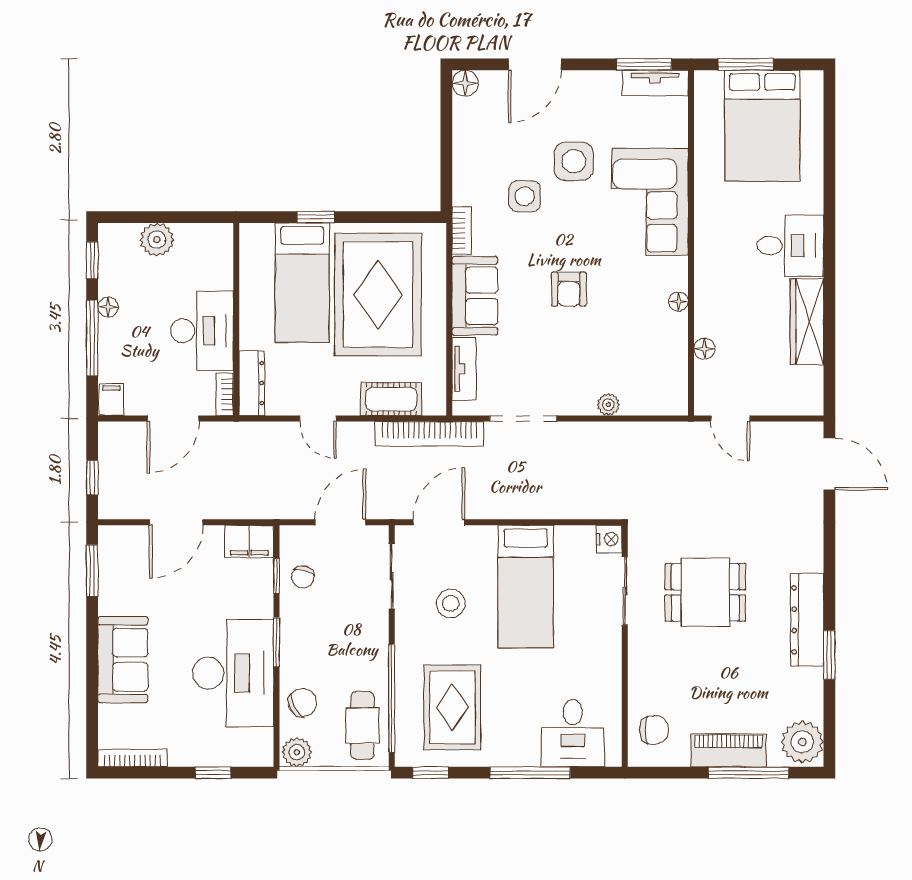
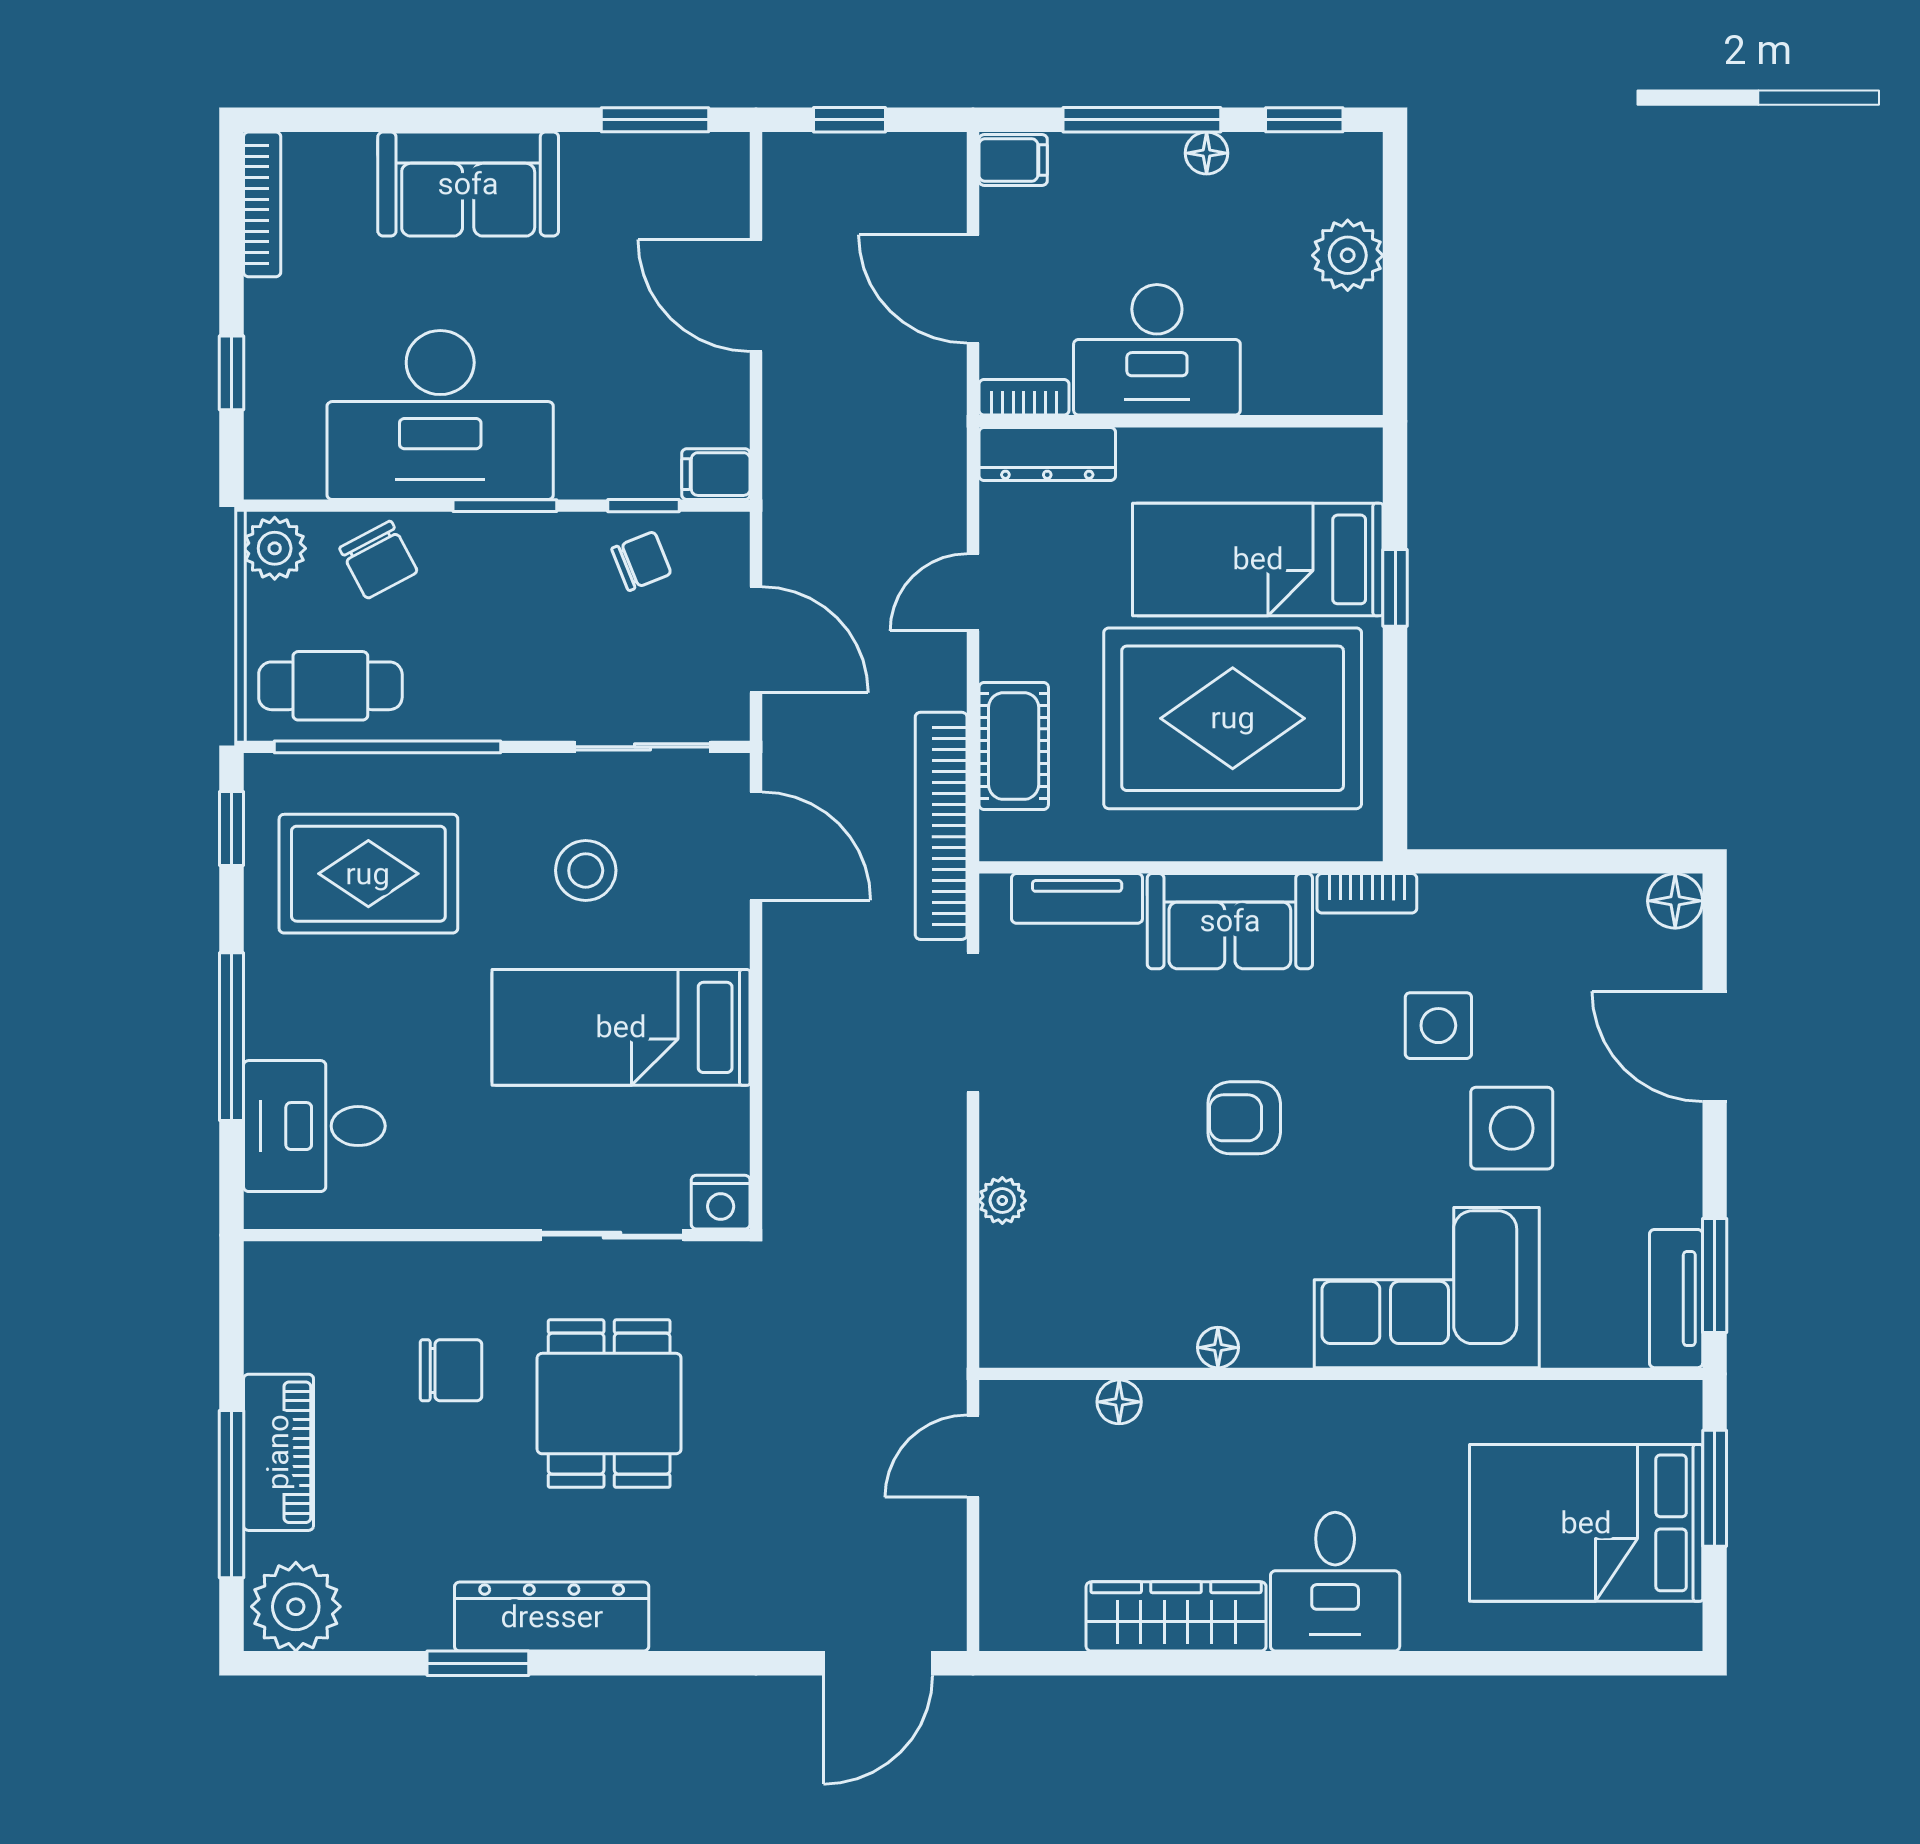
filing cabinet: (249, 541) -> (716, 474), width x0.50
chair: (303, 577) -> (641, 561), turned 143
chair: (654, 730) -> (451, 1370), moved, turned -90

